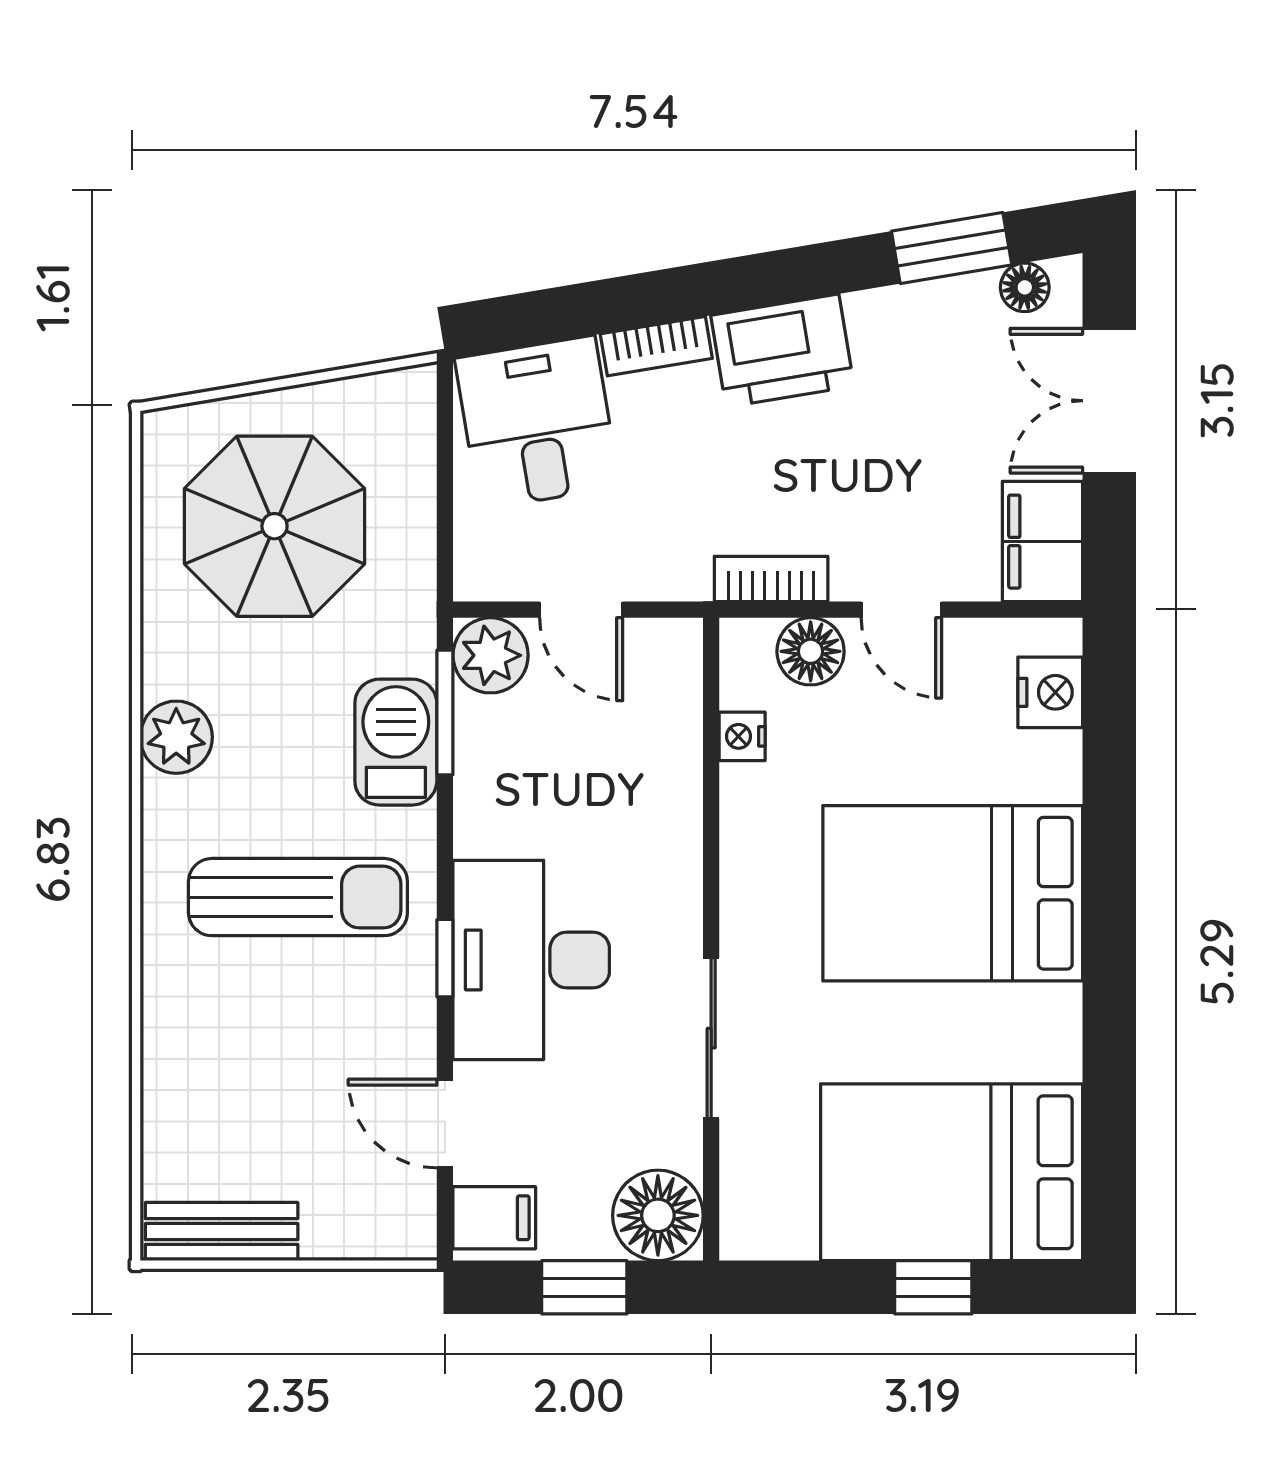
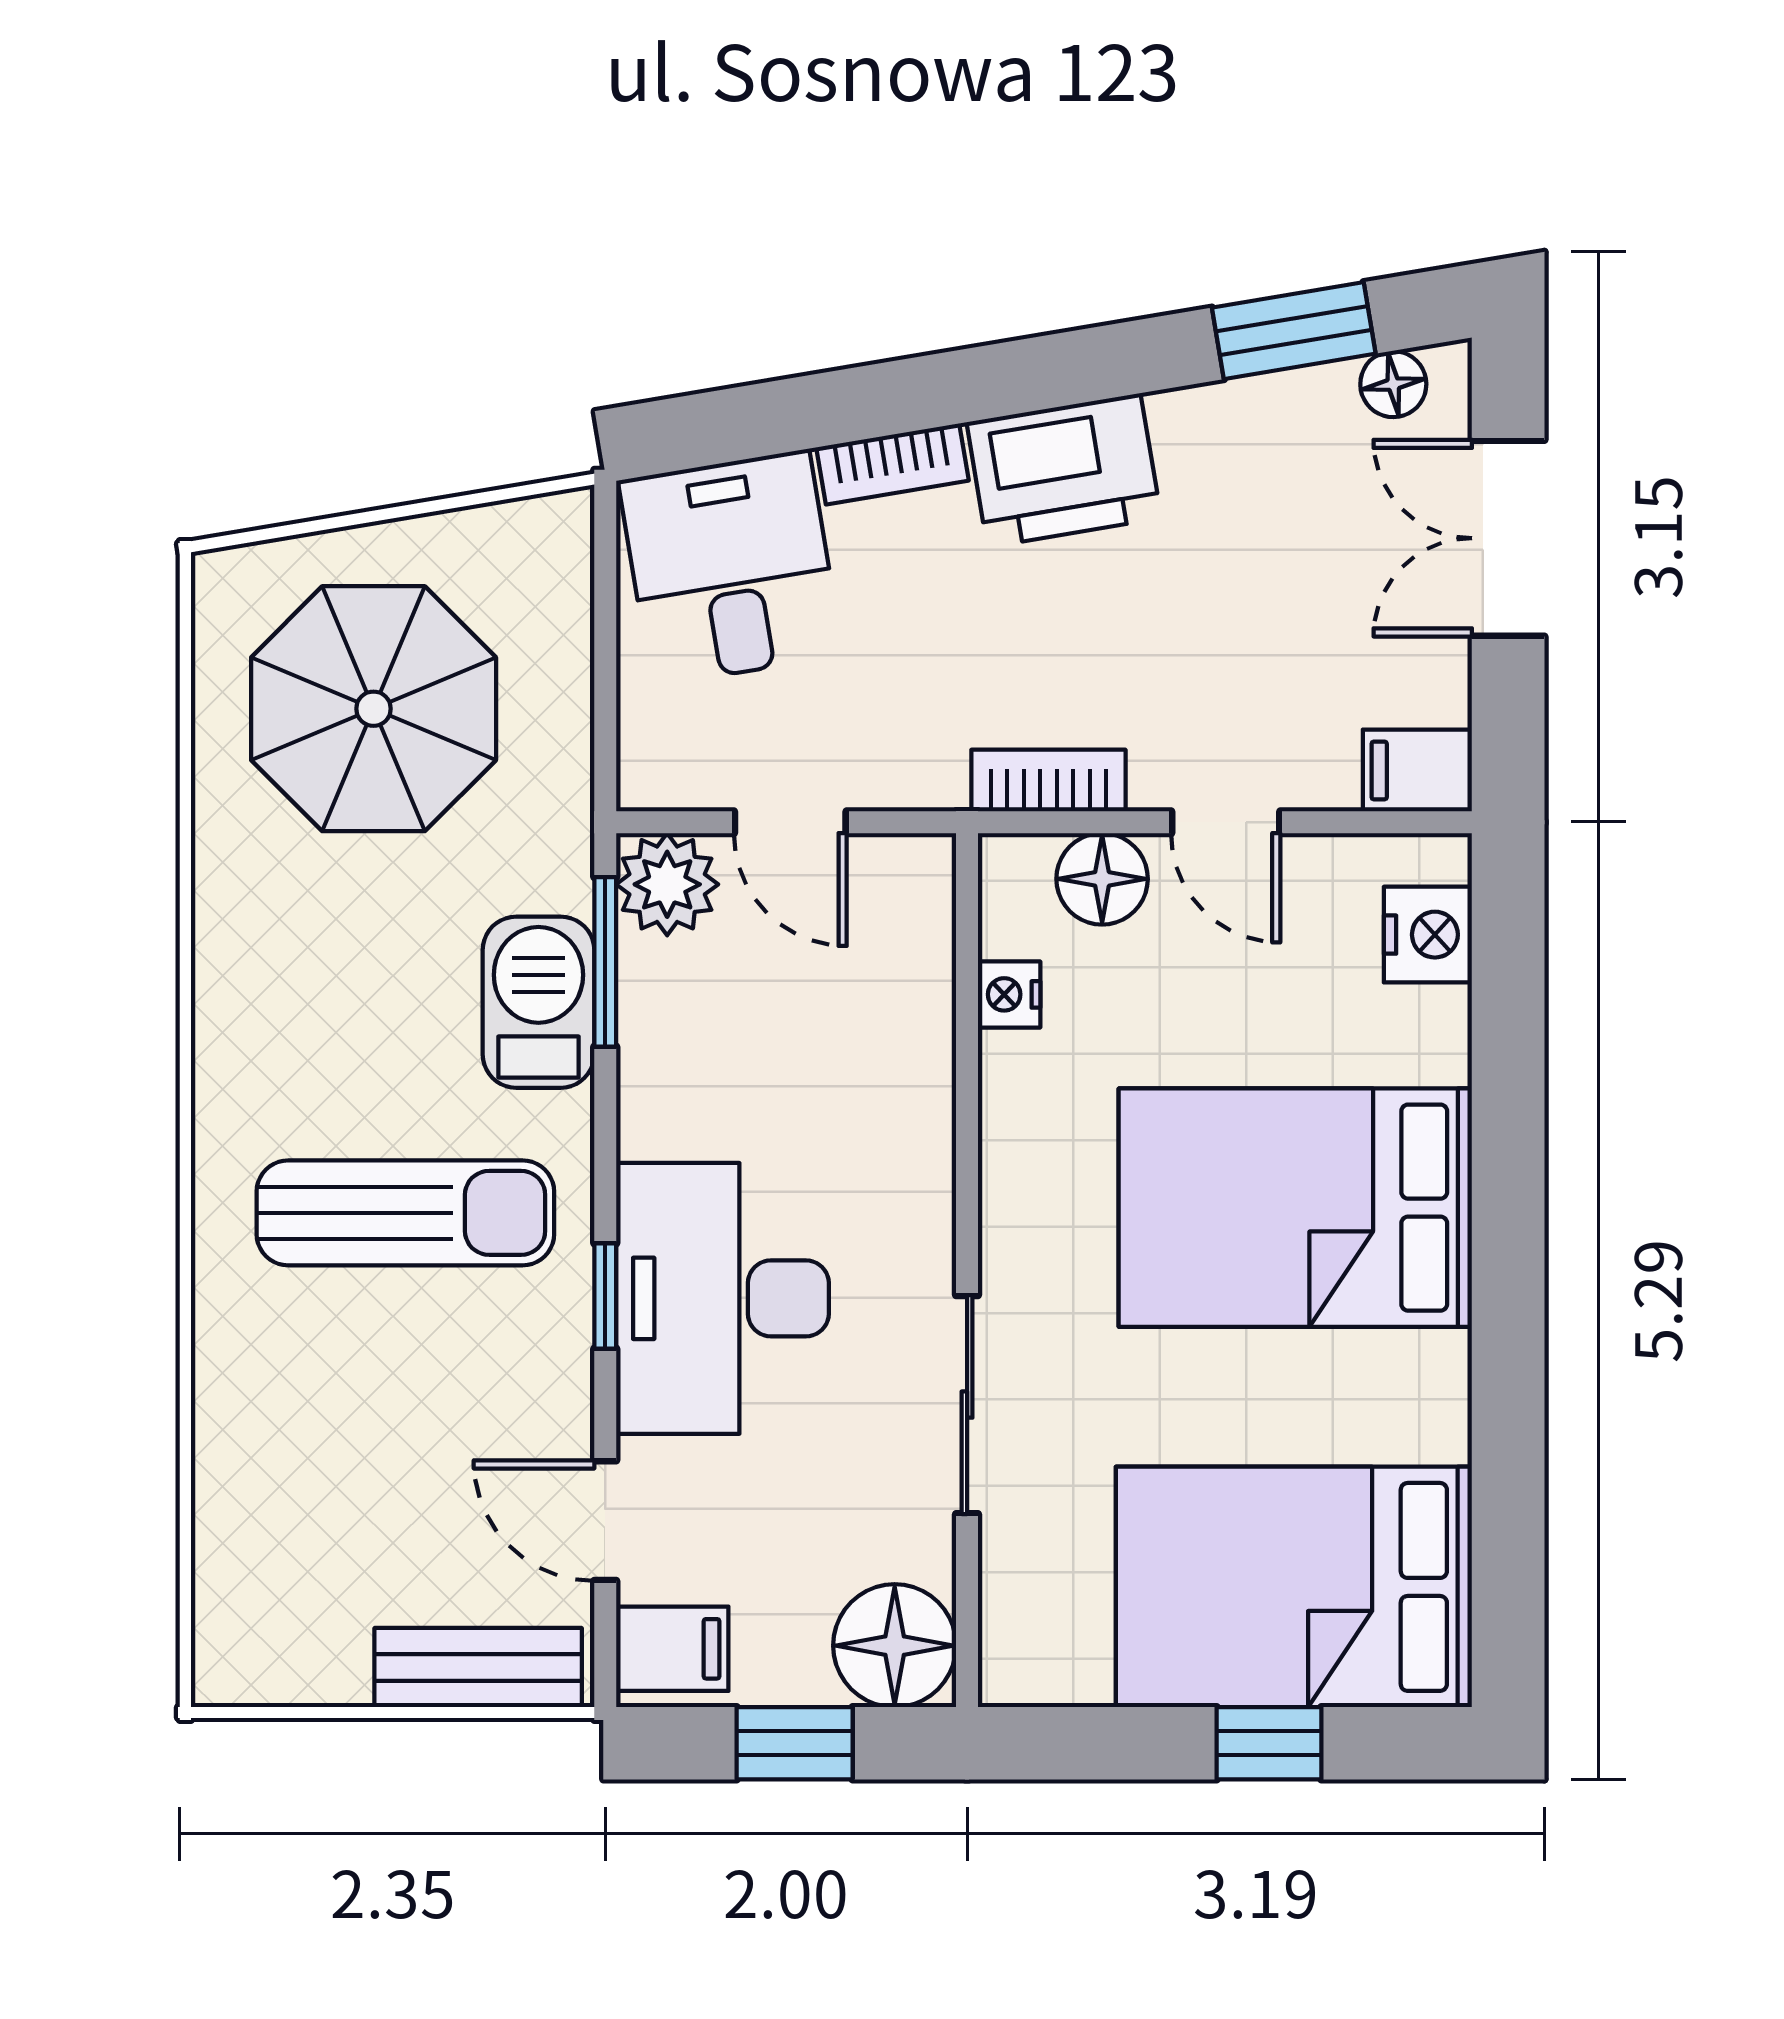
filing cabinet: (1042, 542) -> (1417, 770), width x0.50
plant: (176, 737) -> (240, 996), removed
bench: (222, 1232) -> (478, 1668), moved

